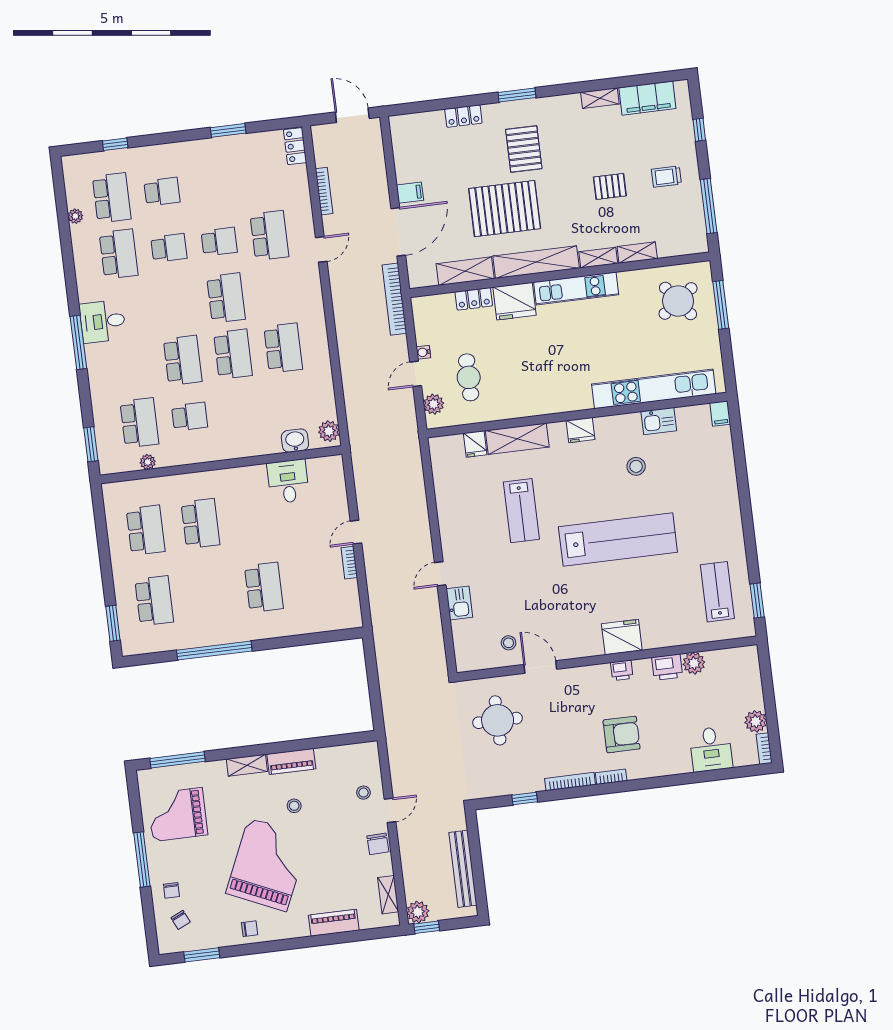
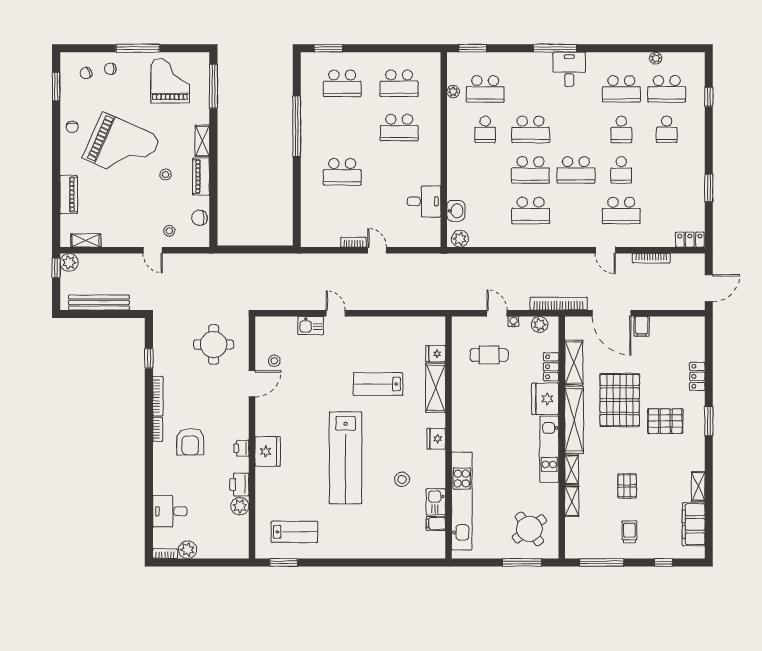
plant: (434, 404) -> (540, 325), moved
filing cabinet: (720, 413) -> (436, 523), moved
chair: (378, 844) -> (199, 218), moved

